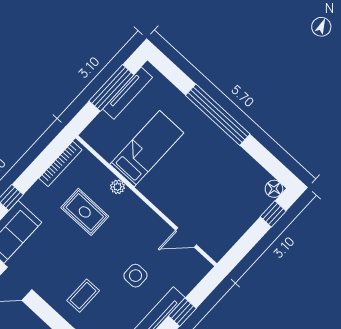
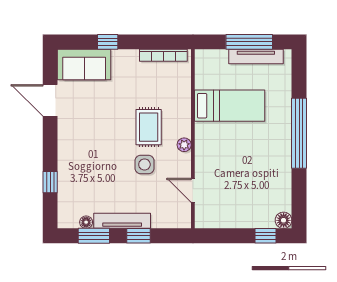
plant: (117, 187) -> (184, 145), moved
rug: (85, 212) -> (149, 127), moved
side table: (135, 276) -> (144, 164), moved
coffee table: (83, 296) -> (86, 156), removed

